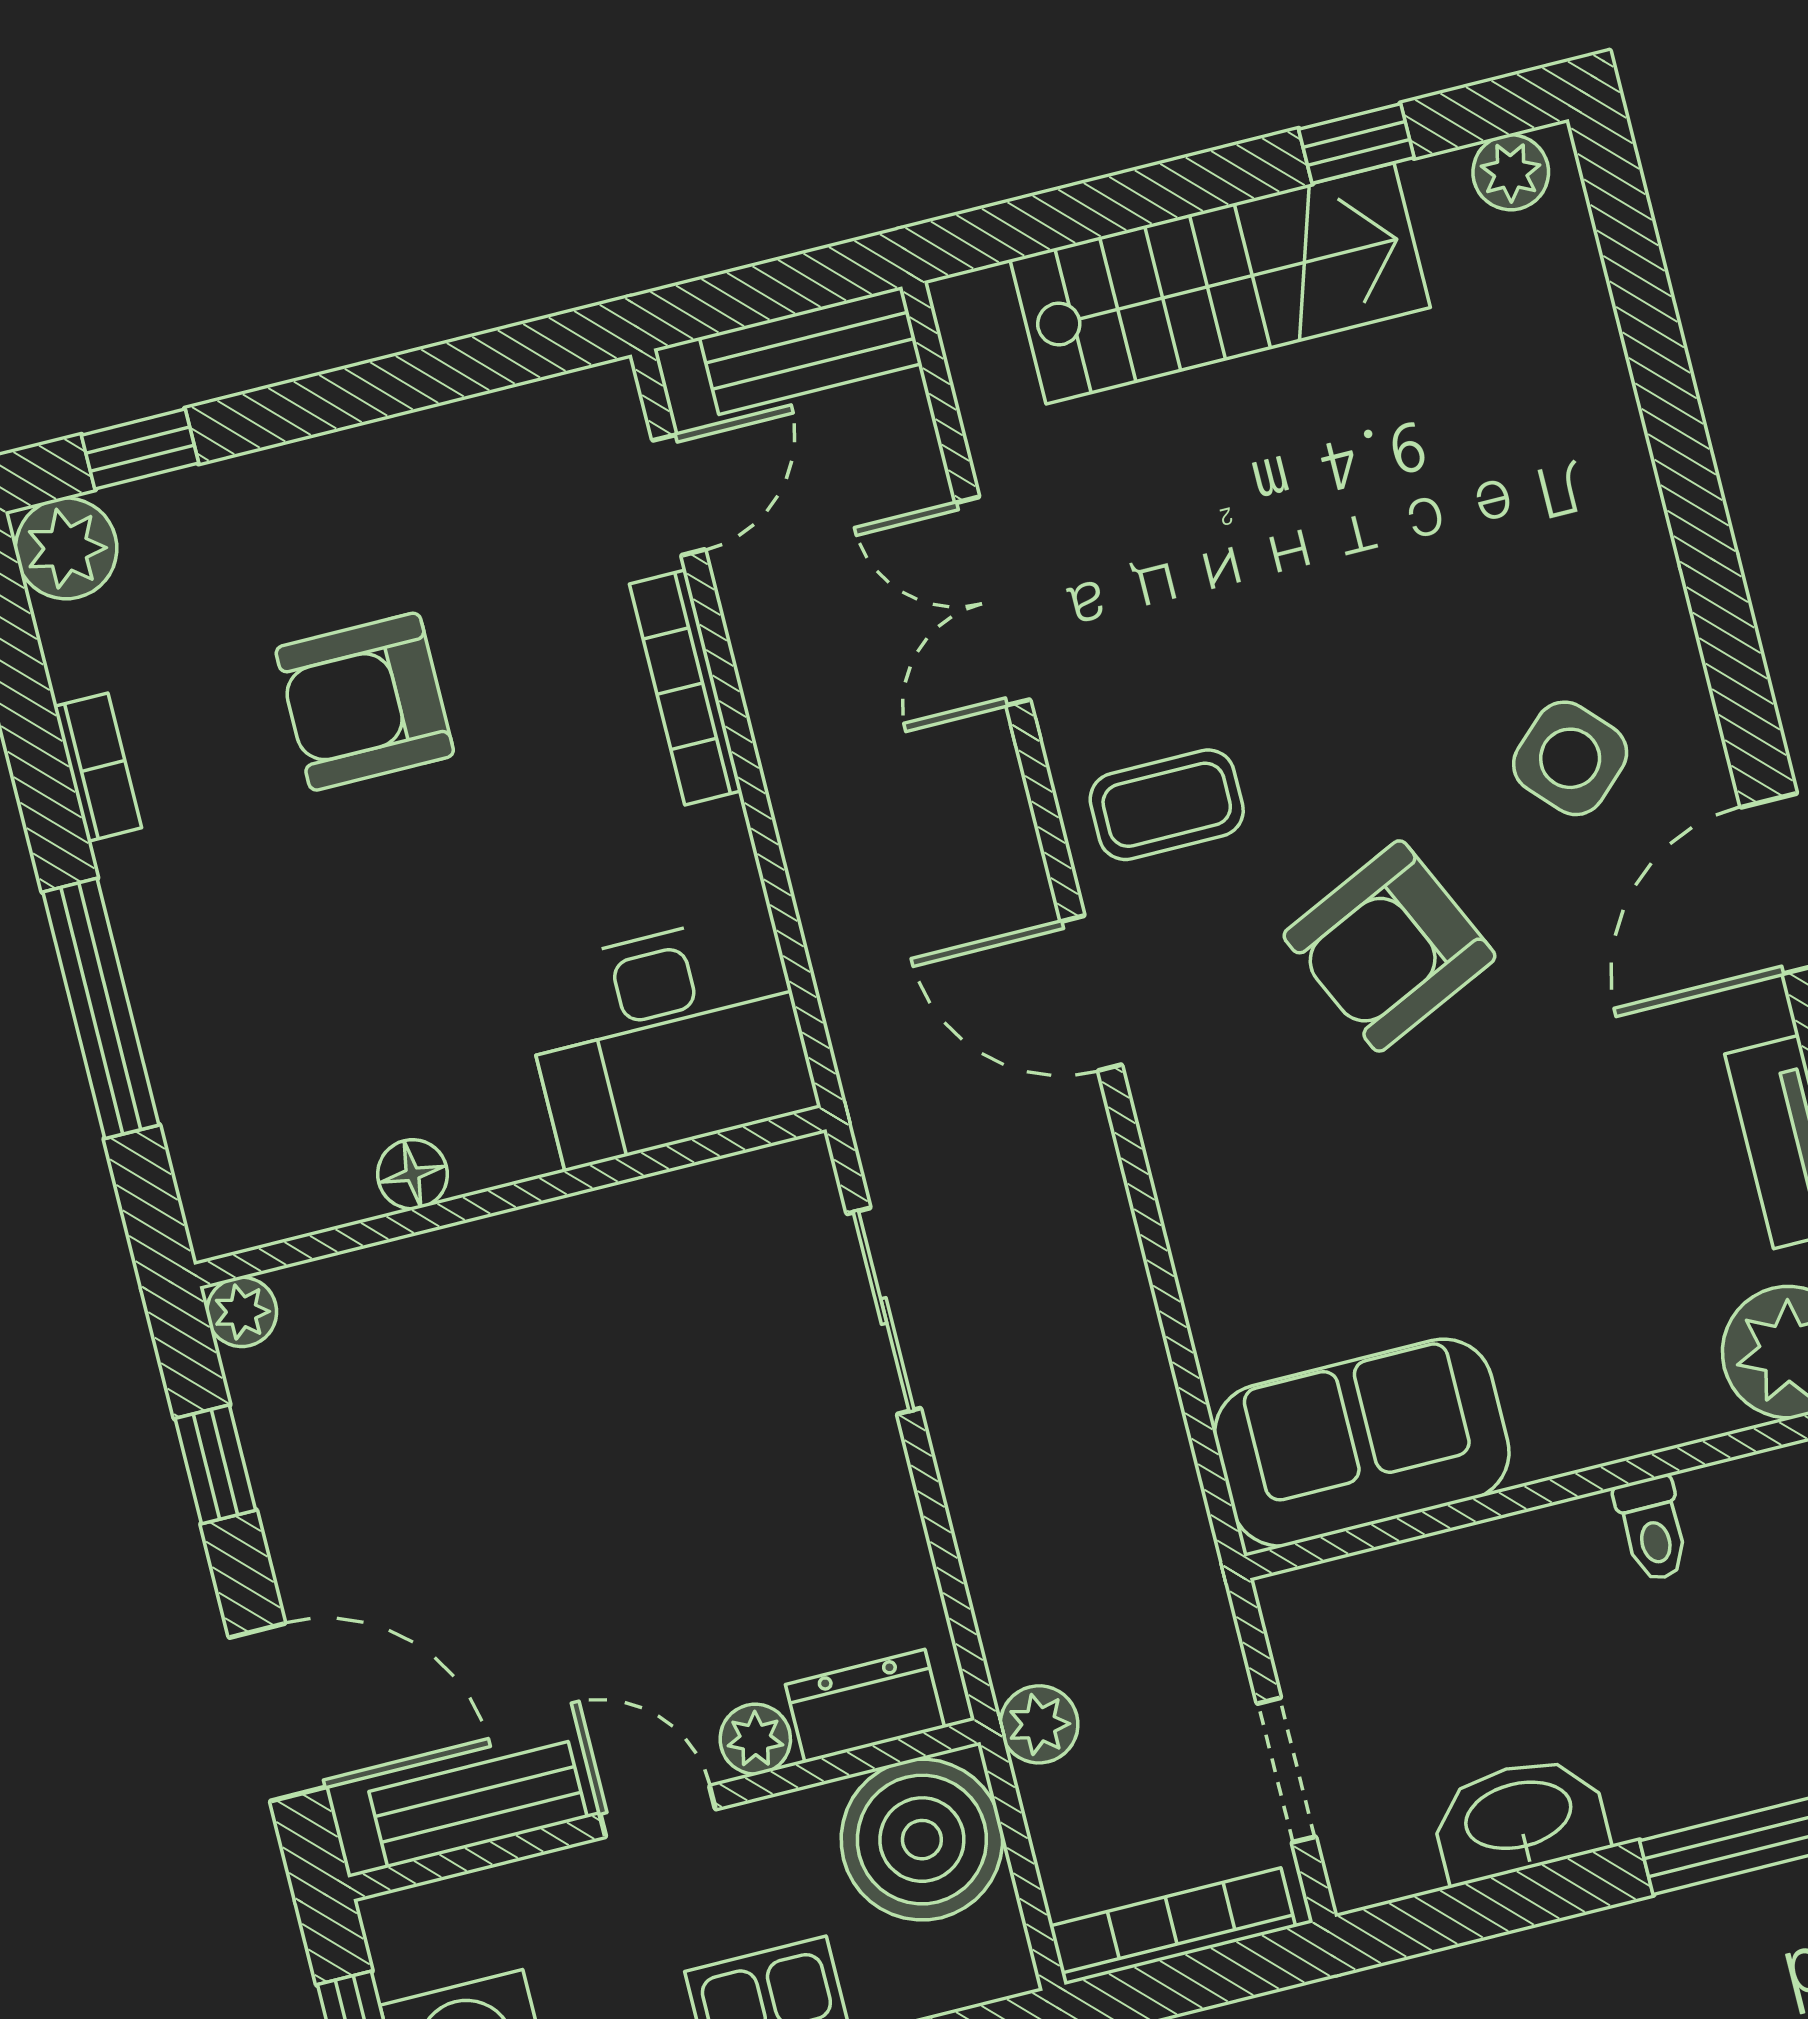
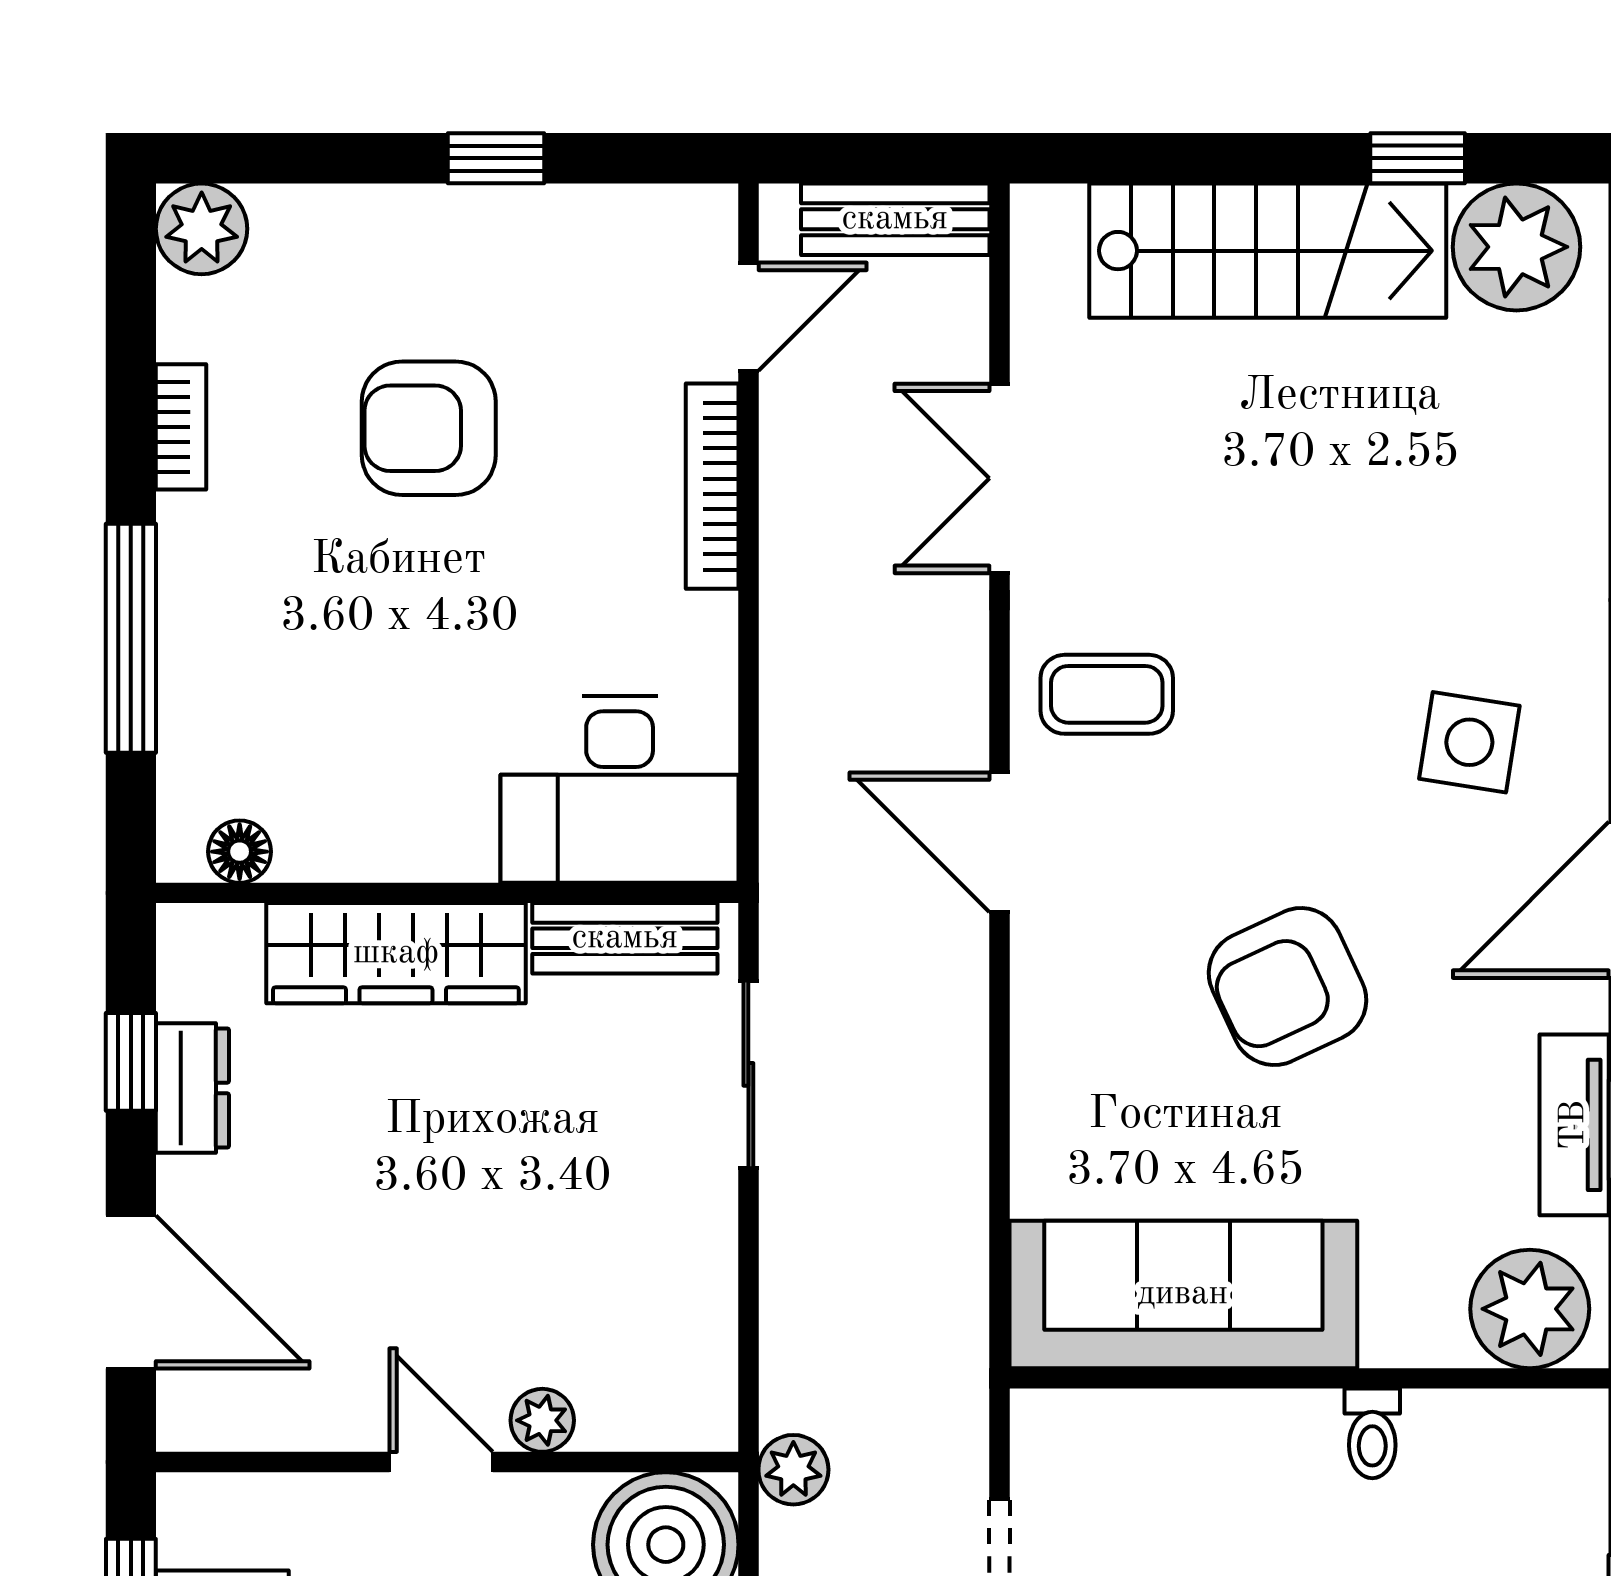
plant: (1511, 172) -> (1516, 247), width x1.88, depth x1.88
window: (140, 449) -> (496, 158), moved
side table: (1570, 758) -> (1469, 742), turned -38
armchair: (1389, 946) -> (1287, 987), moved
floor lamp: (413, 1174) -> (240, 852), moved
wardrobe: (471, 1276) -> (396, 953), added
plant: (242, 1312) -> (187, 934), removed
sofa: (1362, 1443) -> (1183, 1294), width x1.36
dresser: (865, 1706) -> (192, 1088), moved, turned 90
bench: (478, 1804) -> (625, 938), moved

